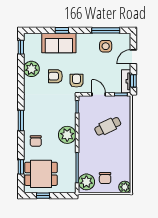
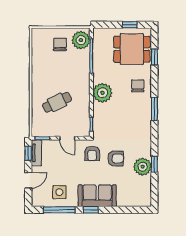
window: (62, 30) -> (91, 210), moved
sofa: (59, 43) -> (97, 196), moved
window: (21, 47) -> (154, 164), moved
plant: (125, 187) -> (38, 34), removed

